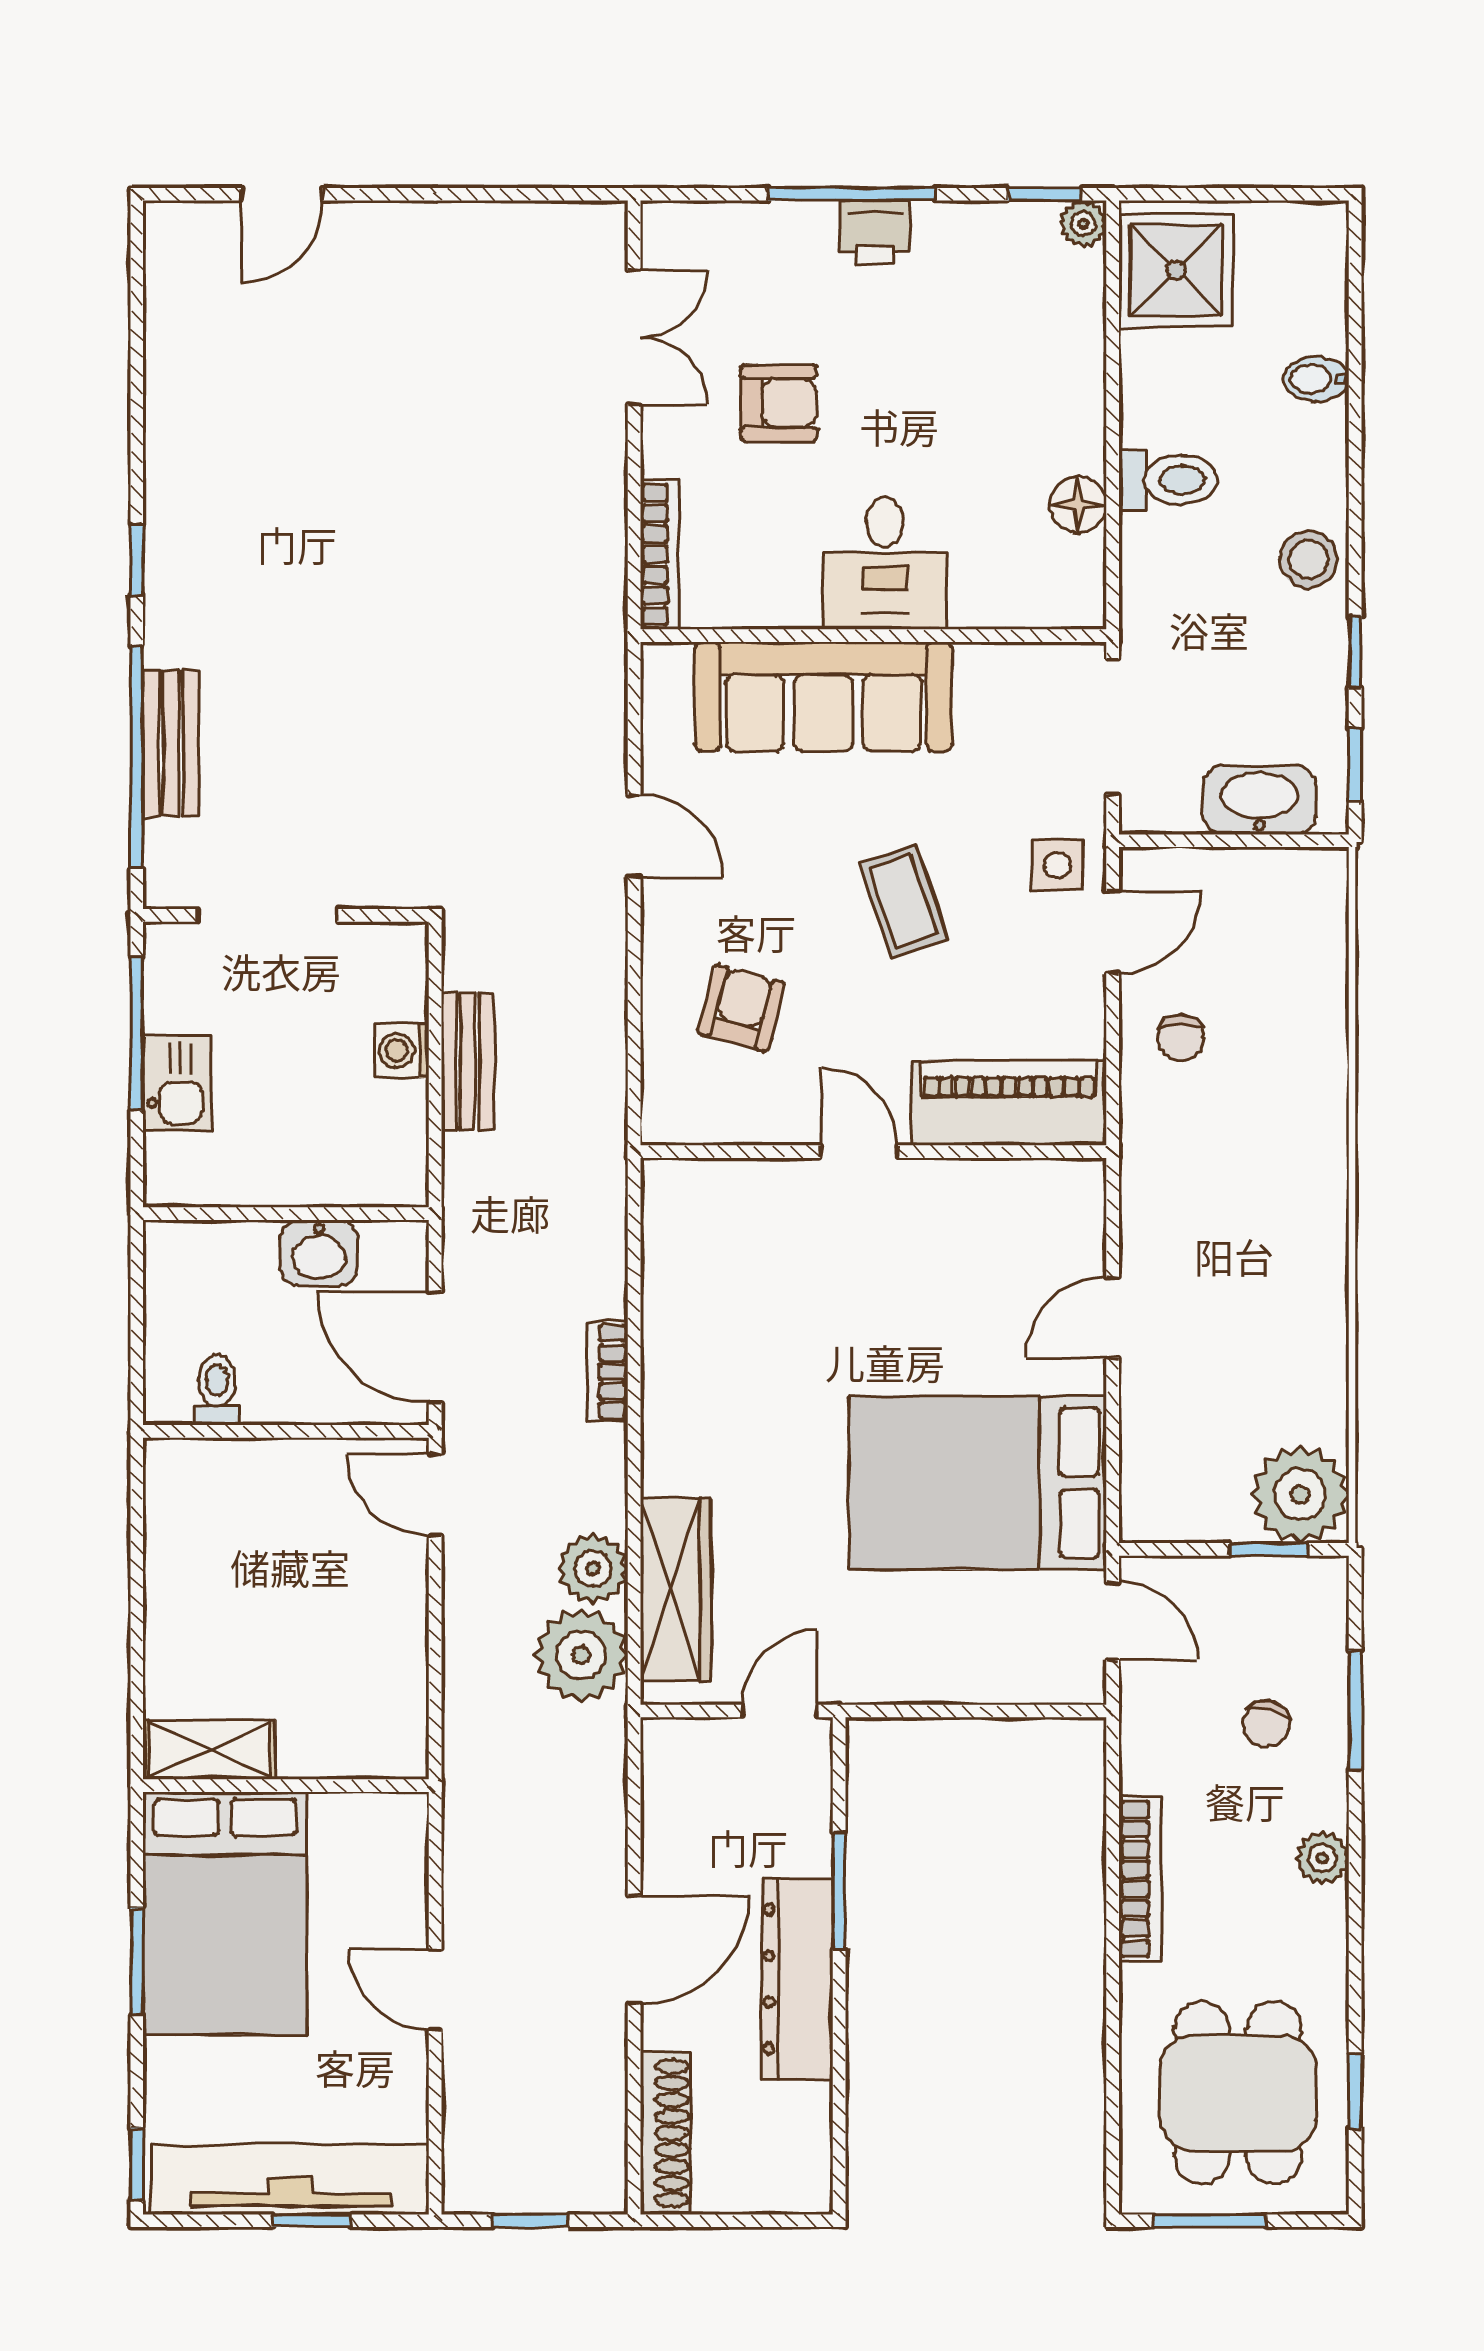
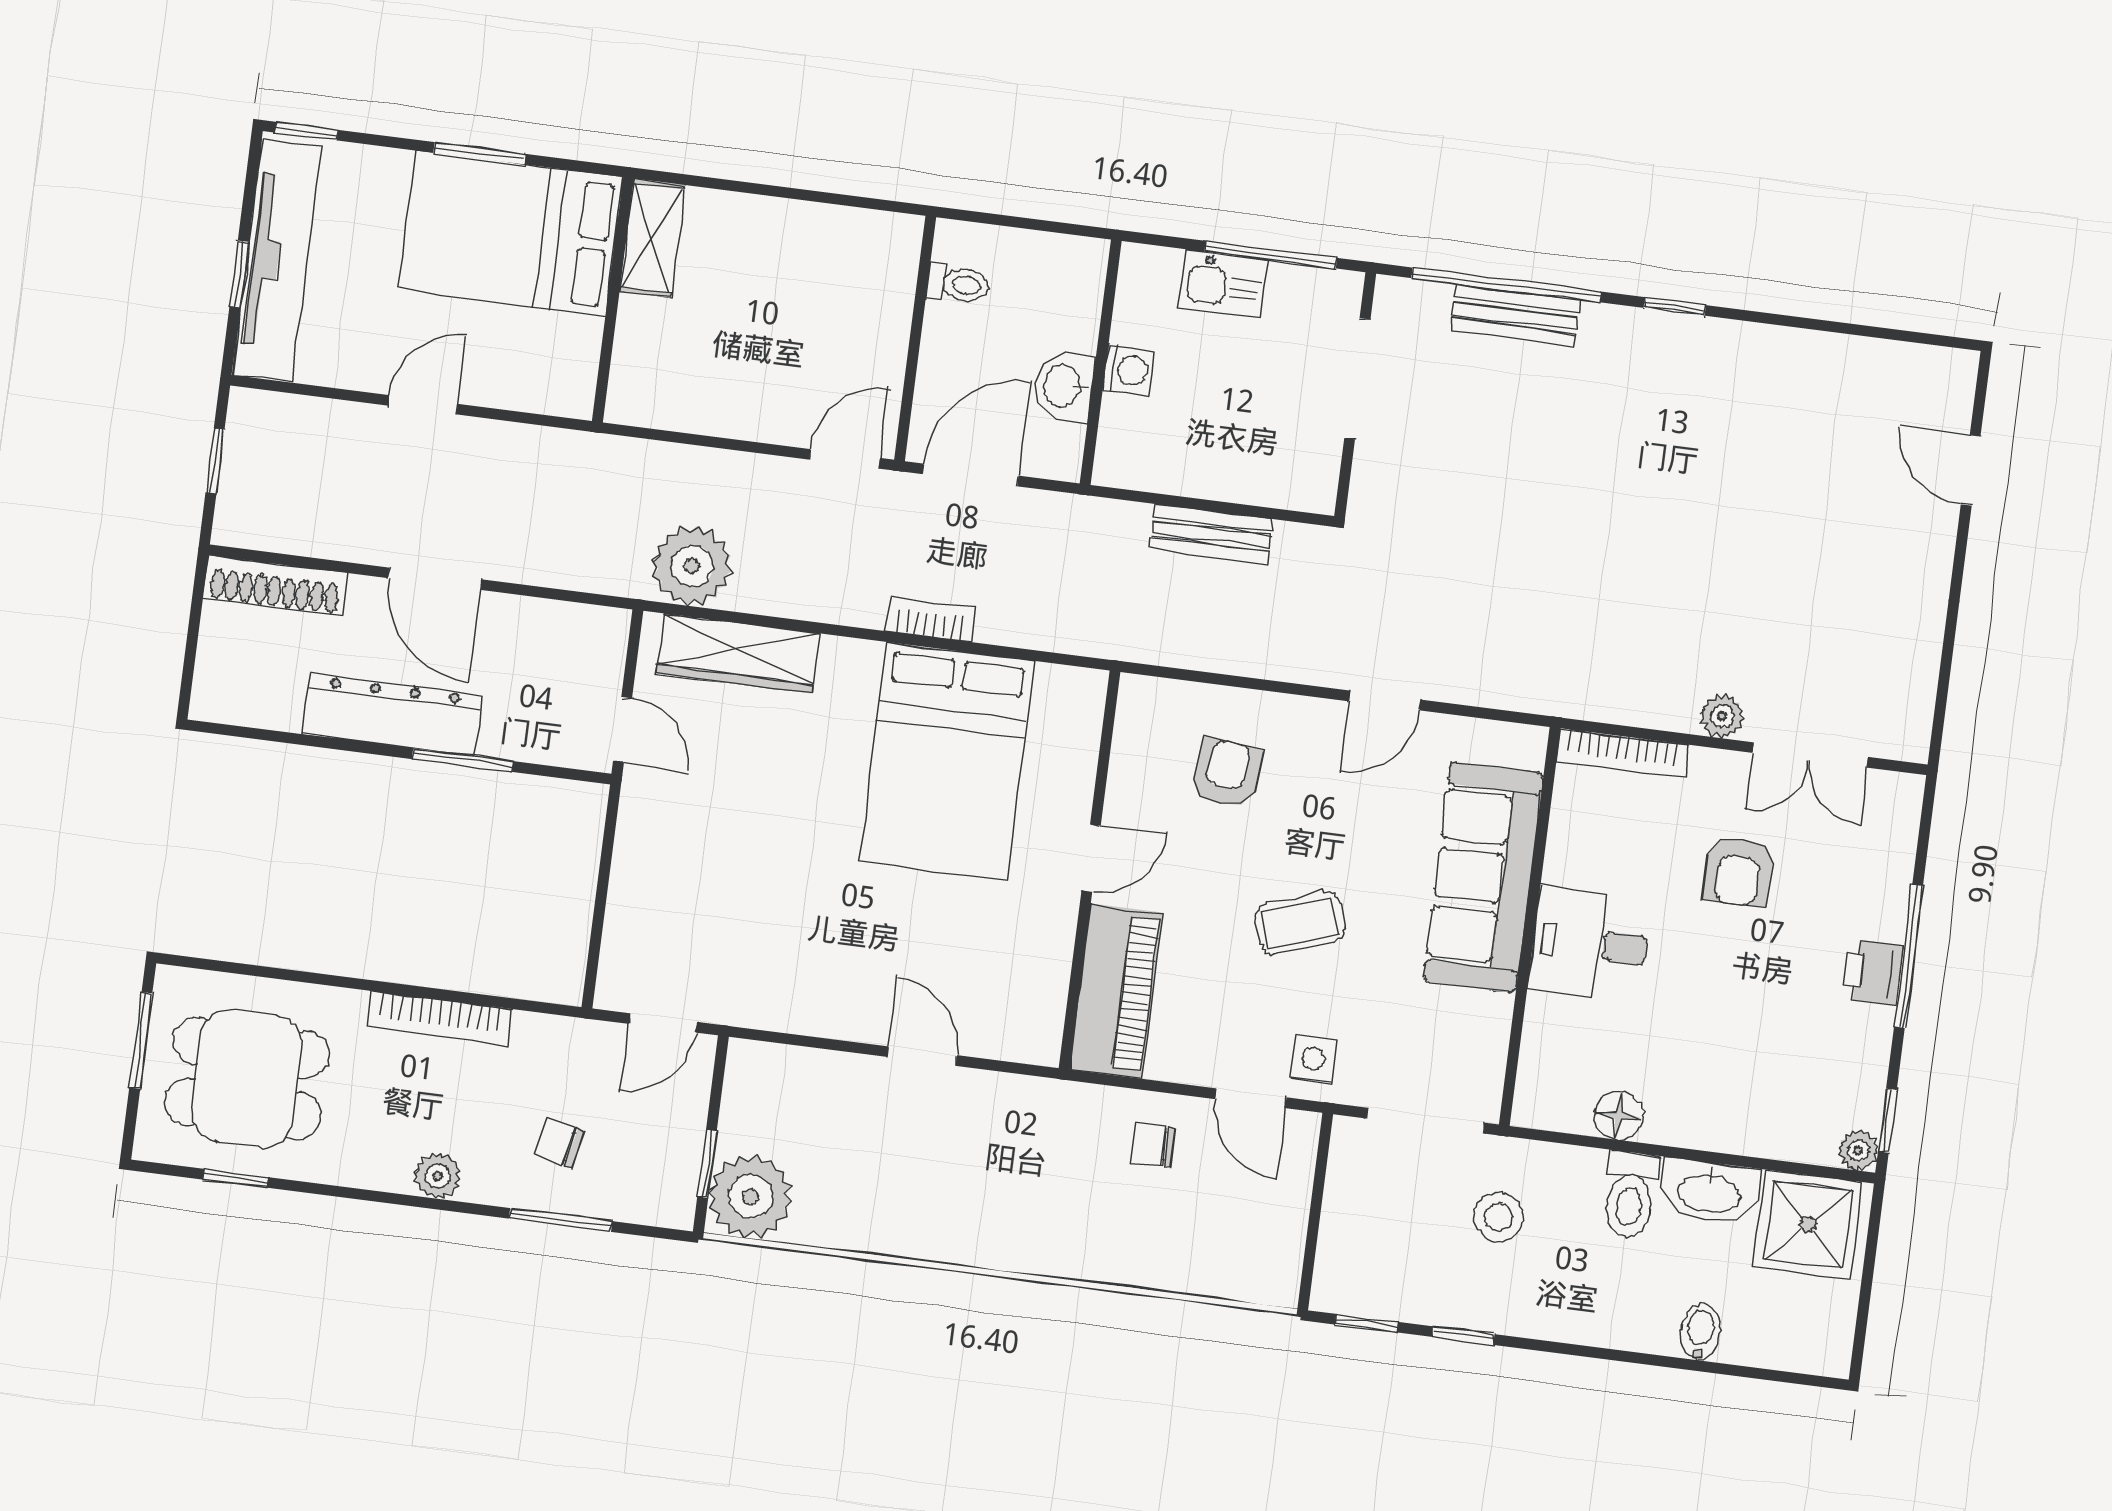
stool: (1308, 560) -> (1499, 1217), moved
washbasin: (1259, 800) -> (1710, 1192), moved, turned 90
armchair: (742, 1008) -> (1226, 773), turned -99
washing machine: (402, 1051) -> (1128, 370), moved, turned 90
bed: (978, 1483) -> (947, 761), moved, turned 180
plant: (593, 1569) -> (1722, 716), moved, width x0.73, depth x0.73

